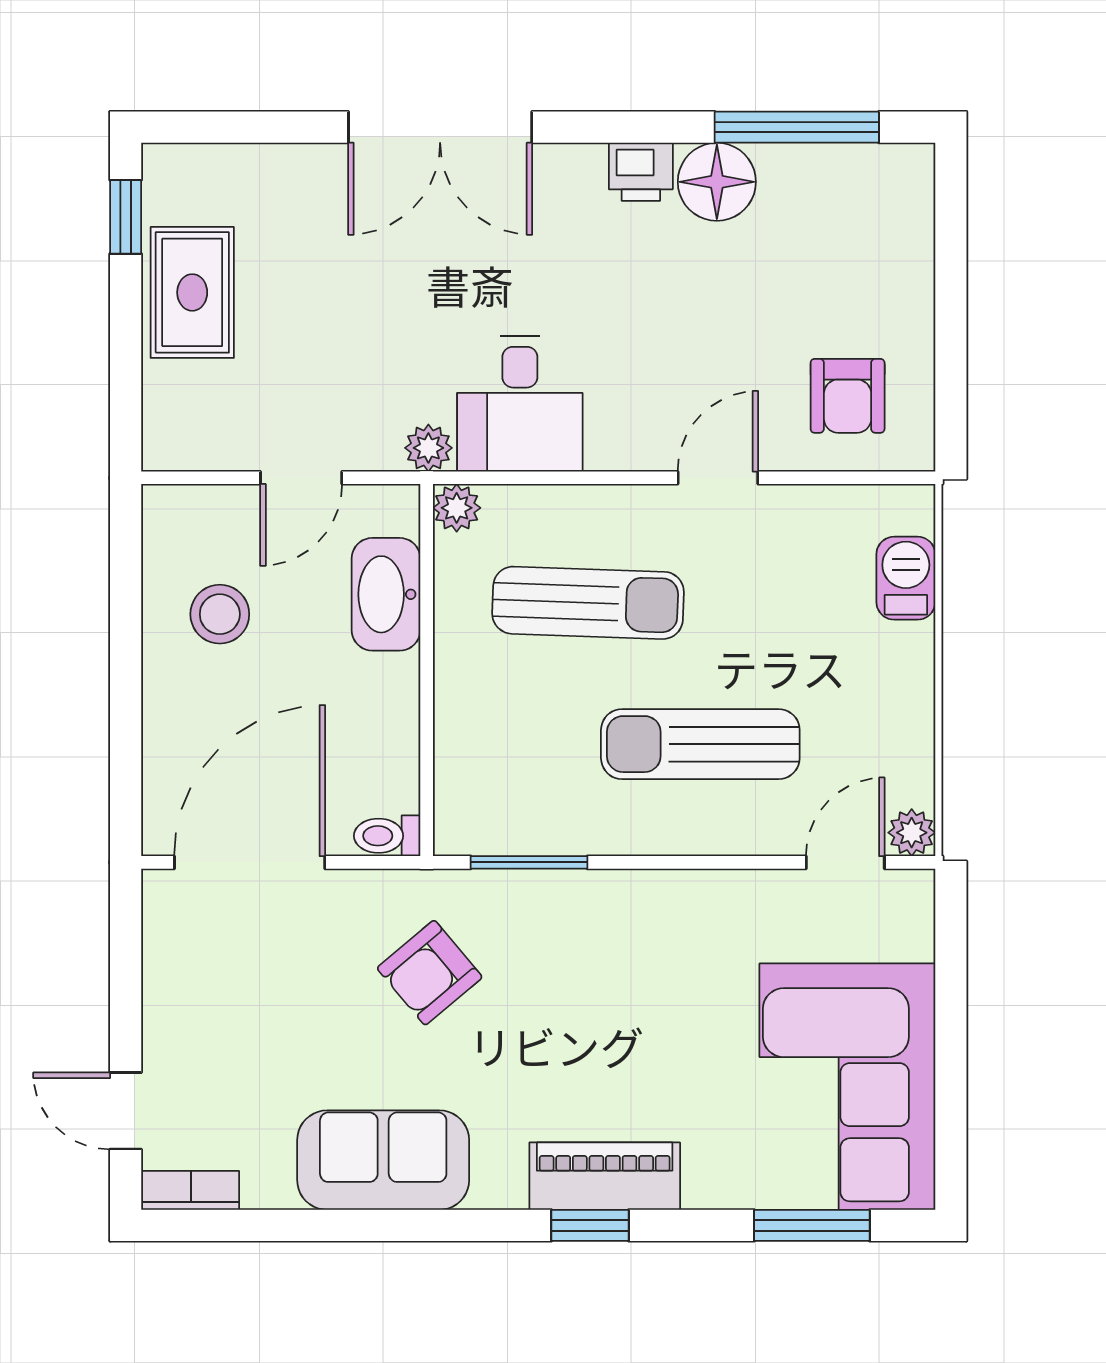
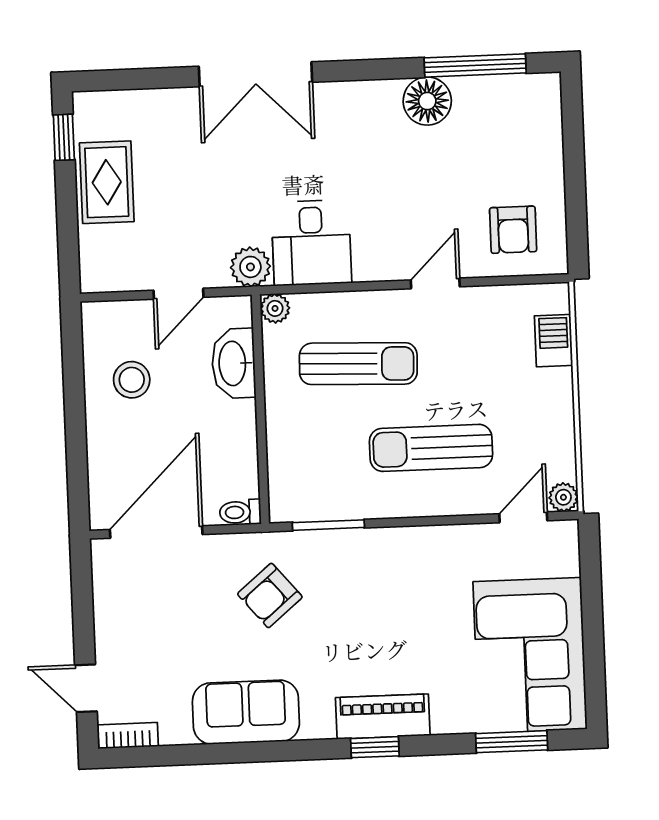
printer: (641, 172) -> (380, 97), removed
plant: (428, 448) -> (250, 267), width x1.38, depth x1.38

